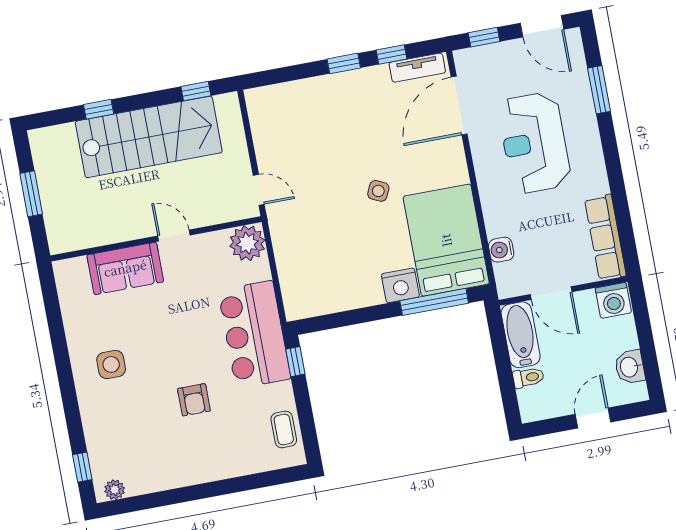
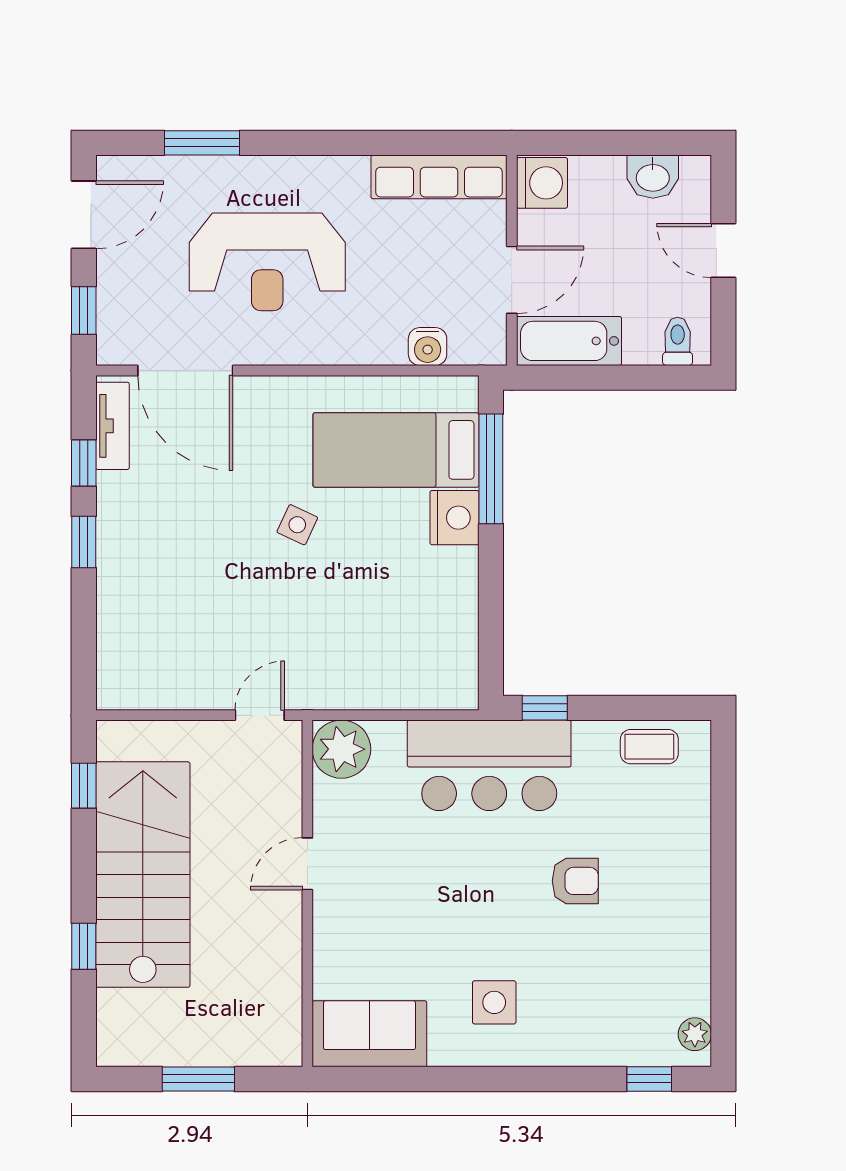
bed: (446, 240) -> (396, 450), width x0.67
sofa: (125, 268) -> (369, 1034), moved, turned -90
toilet: (528, 378) -> (678, 341), moved

